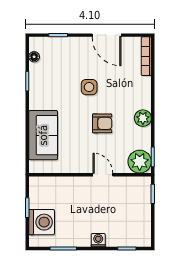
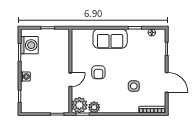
door: (107, 35) -> (167, 82), swing flipped
side table: (89, 87) -> (134, 86), moved
plant: (143, 118) -> (94, 107), moved
armchair: (102, 123) -> (98, 72), moved
sofa: (43, 135) -> (110, 39), moved
washing machine: (42, 222) -> (29, 45), moved, turned -90

